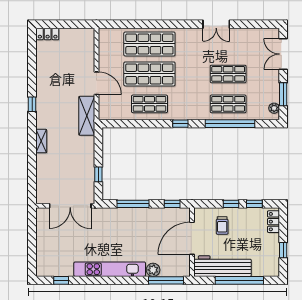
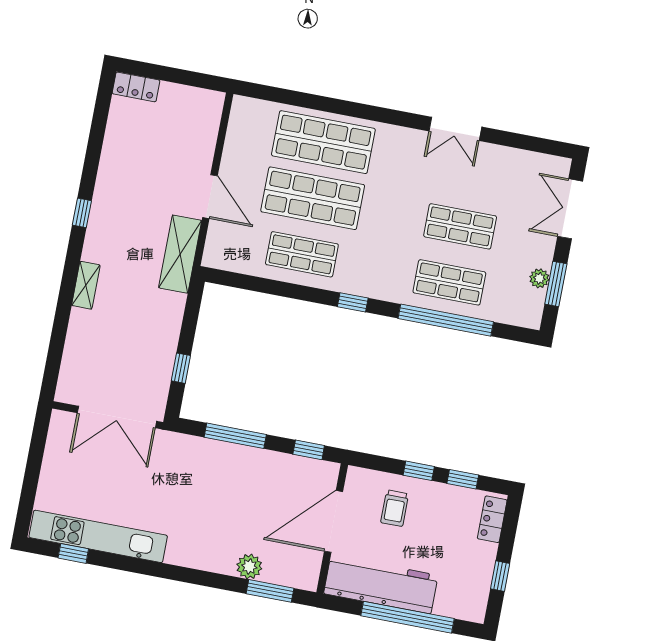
plant: (274, 108) -> (539, 278), moved
kitchen unit: (110, 269) -> (98, 536), moved
window: (166, 280) -> (270, 591), width x0.69

